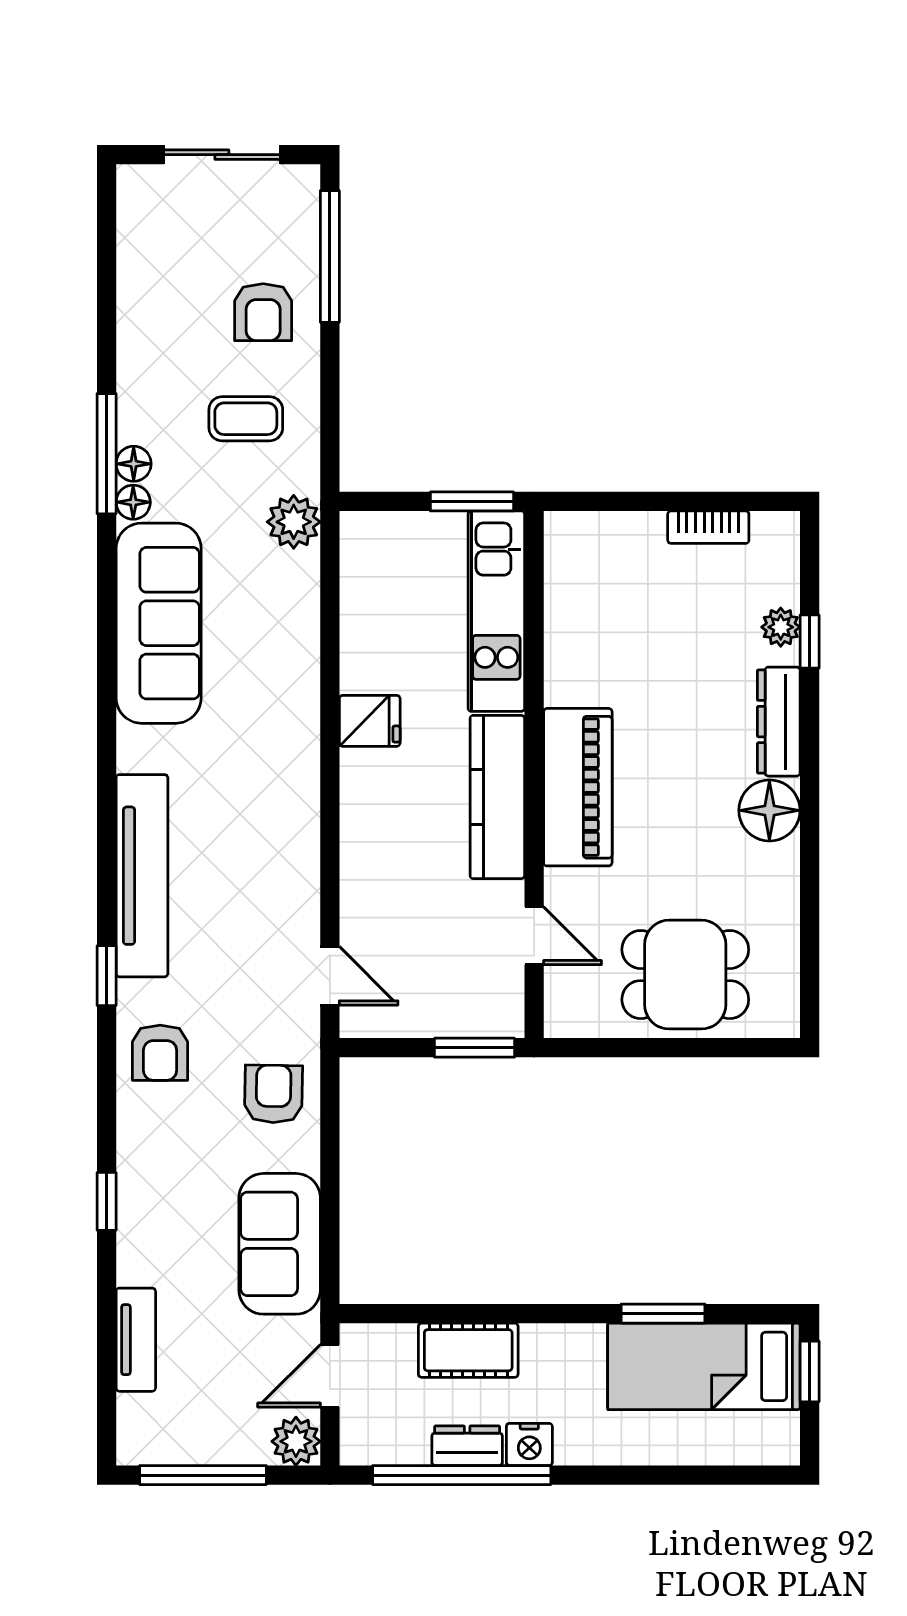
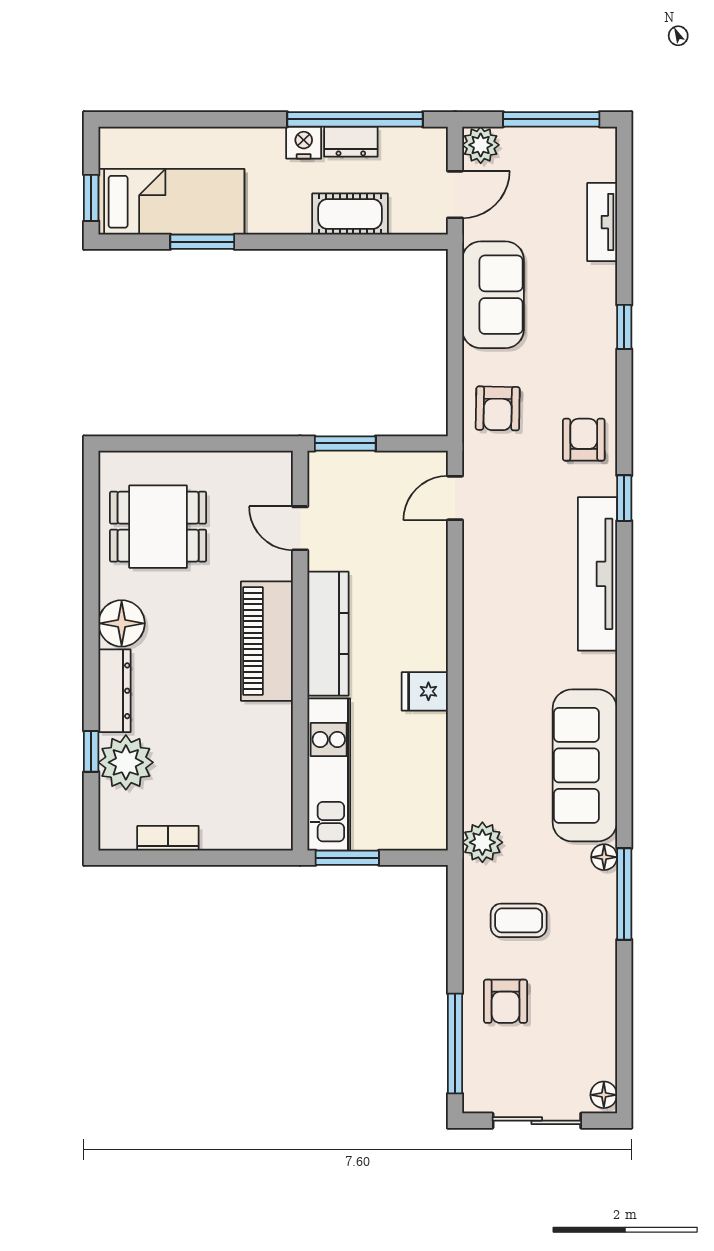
armchair: (263, 312) -> (506, 1001), turned 180
floor lamp: (134, 464) -> (604, 1095), moved
plant: (781, 627) -> (126, 762), width x1.88, depth x1.88
dining table: (685, 975) -> (158, 527), moved
door: (330, 976) -> (455, 498), hinge flipped

